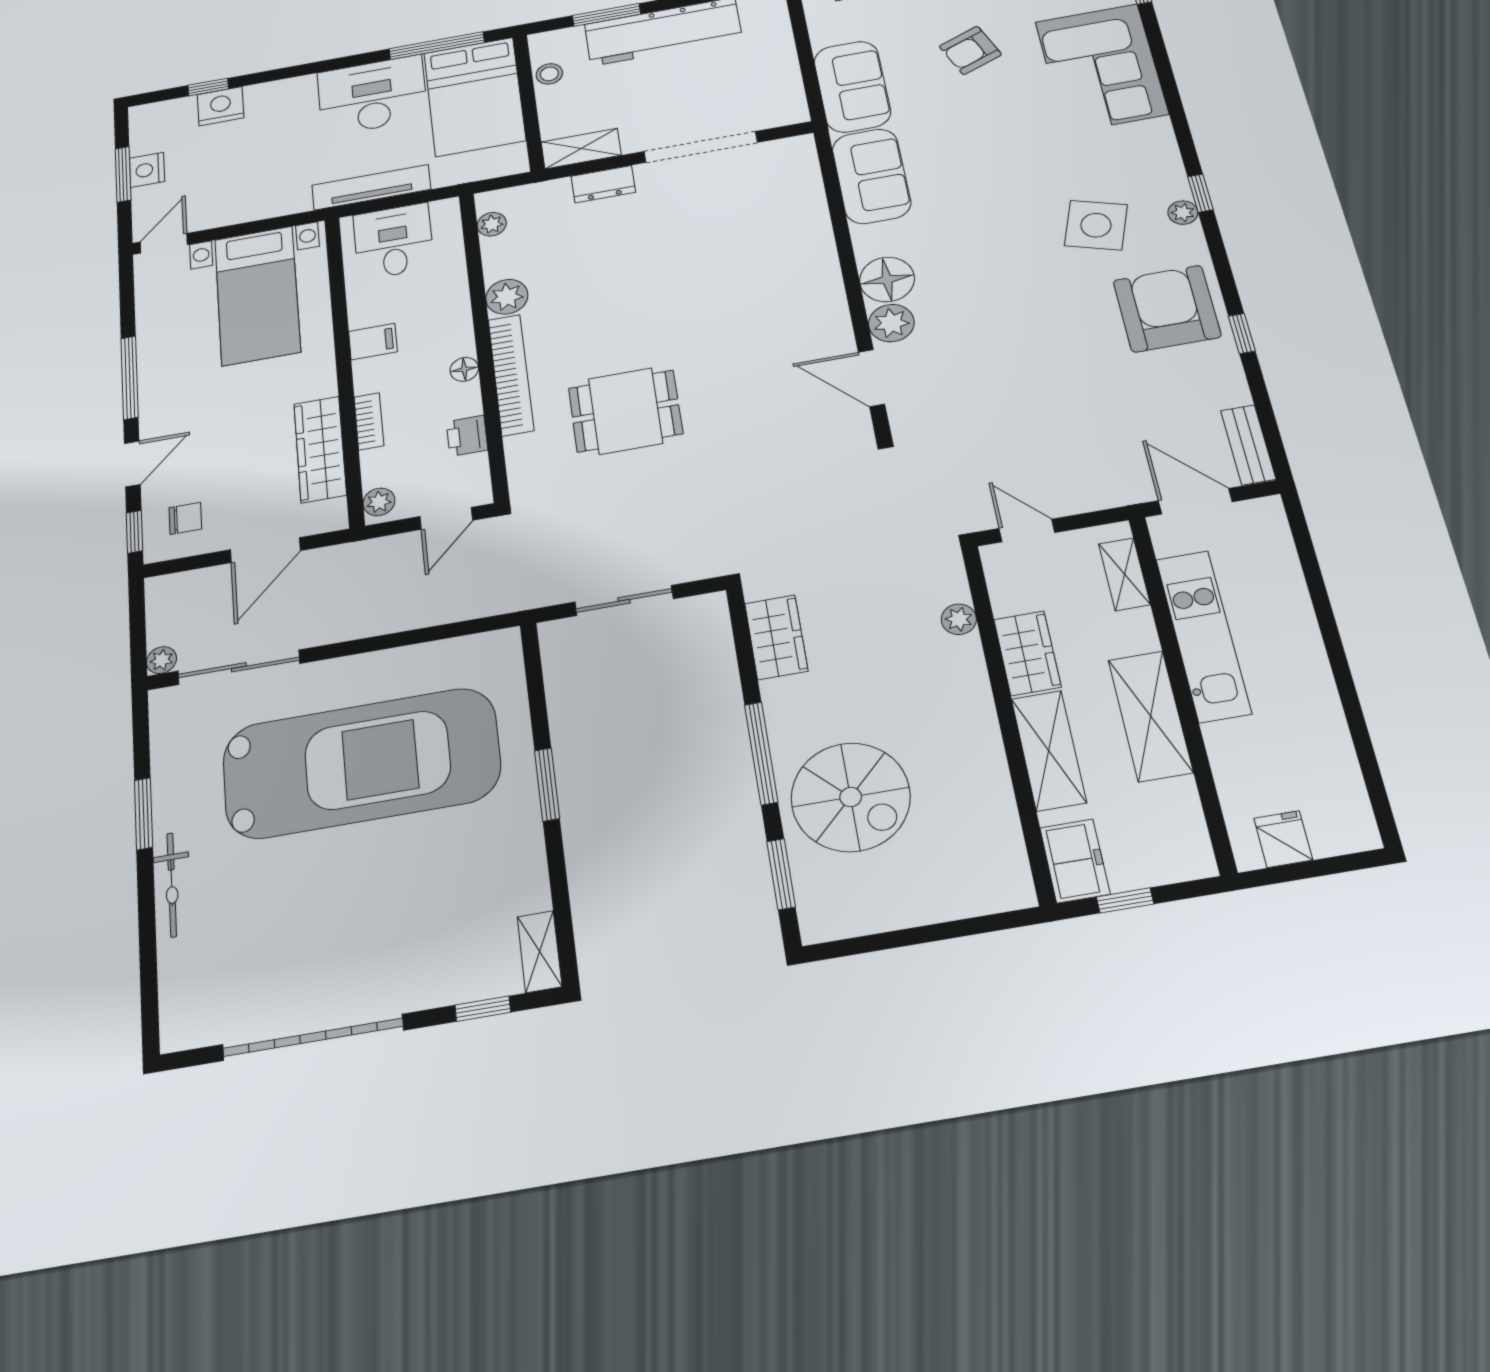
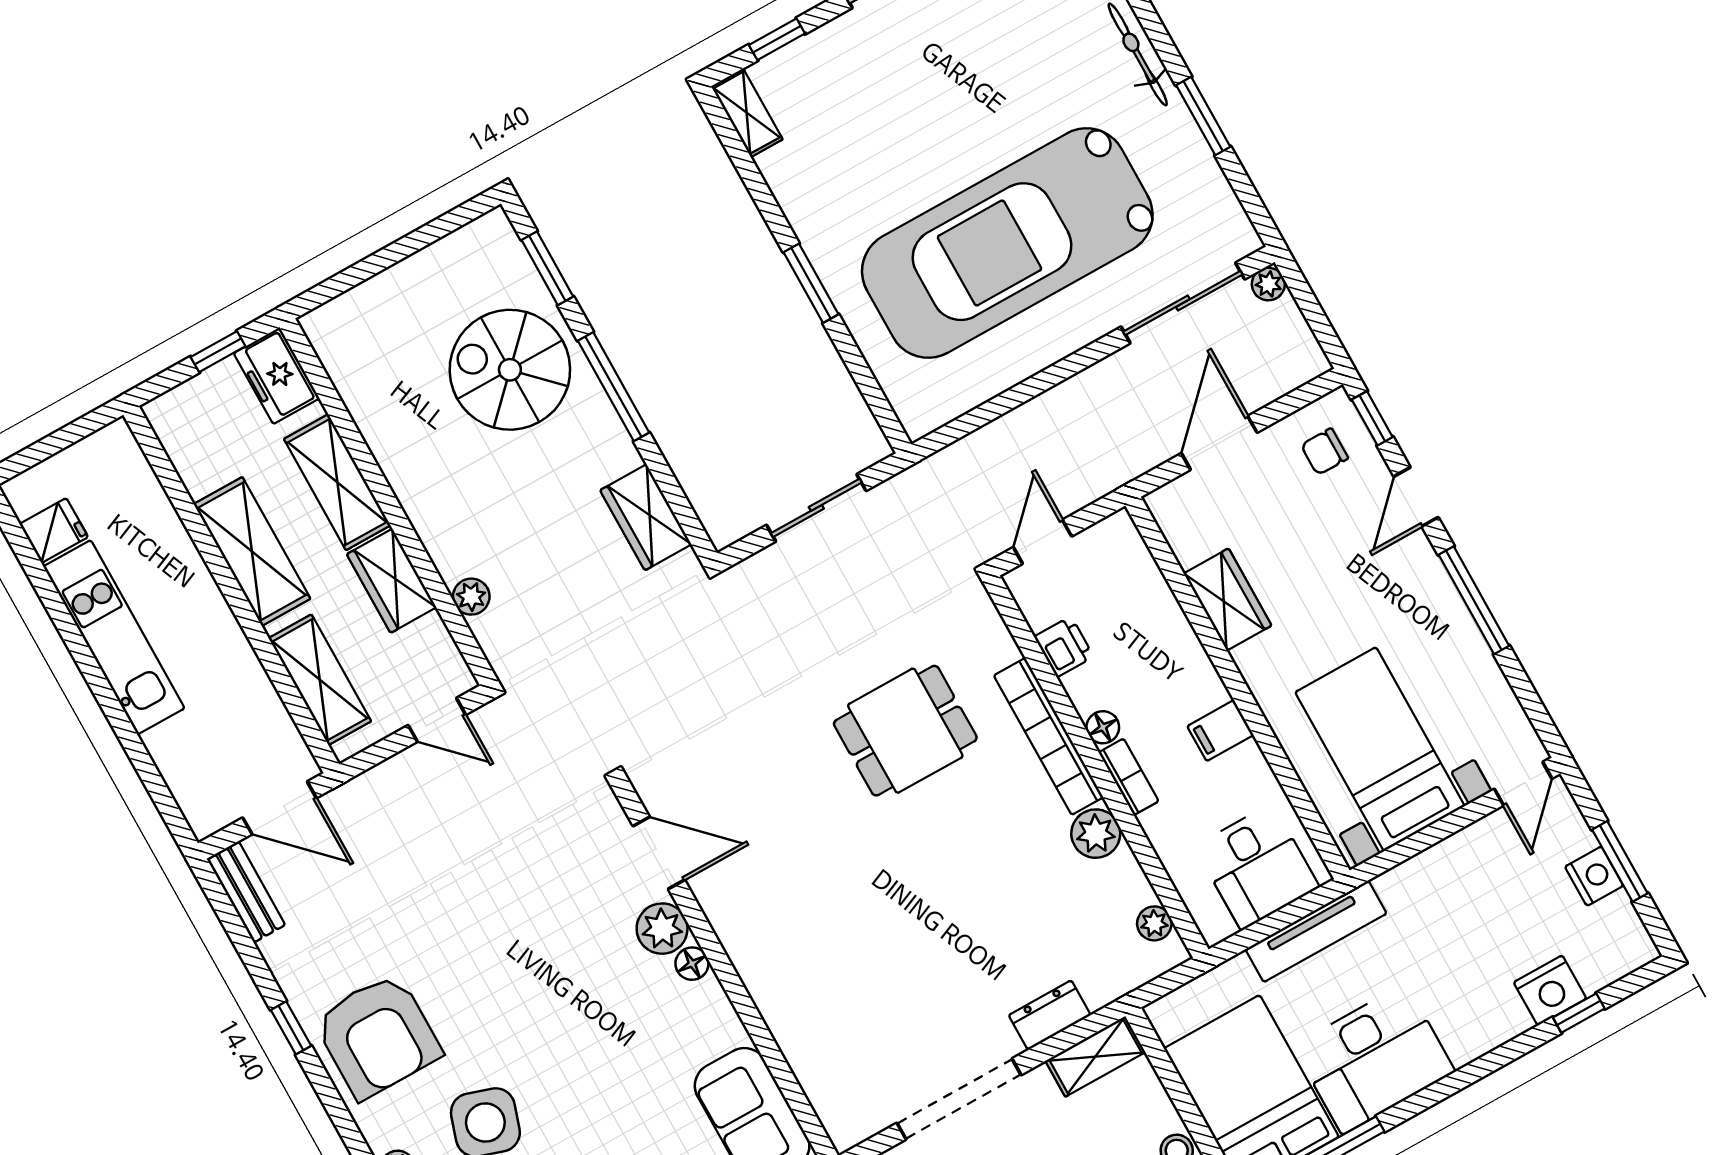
floor lamp: (887, 279) -> (692, 964), width x0.53, depth x0.53
bookcase: (369, 421) -> (1129, 777), moved, turned 180
wardrobe: (320, 449) -> (1228, 599), width x0.67
plant: (379, 502) -> (1123, 538), removed
shelving: (1124, 574) -> (320, 680), width x1.50, depth x1.33
kitchen unit: (1203, 636) -> (114, 637), moved, turned 180
fridge: (1283, 839) -> (54, 531), moved, turned -90

